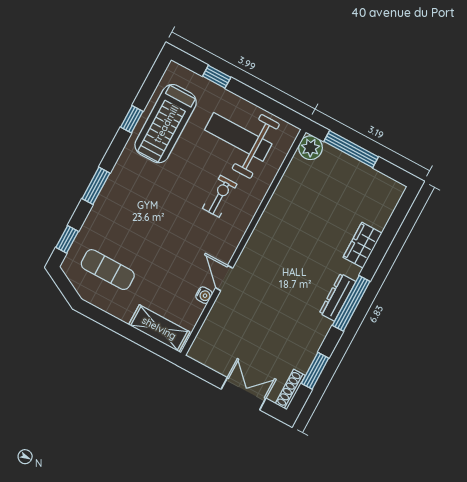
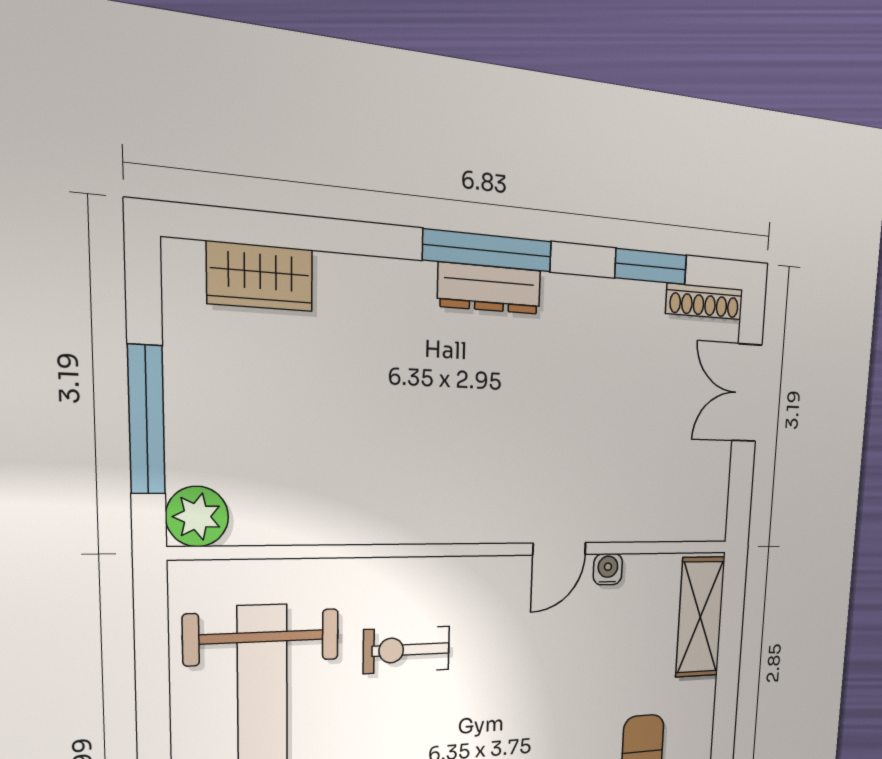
wardrobe: (362, 245) -> (260, 277), moved

